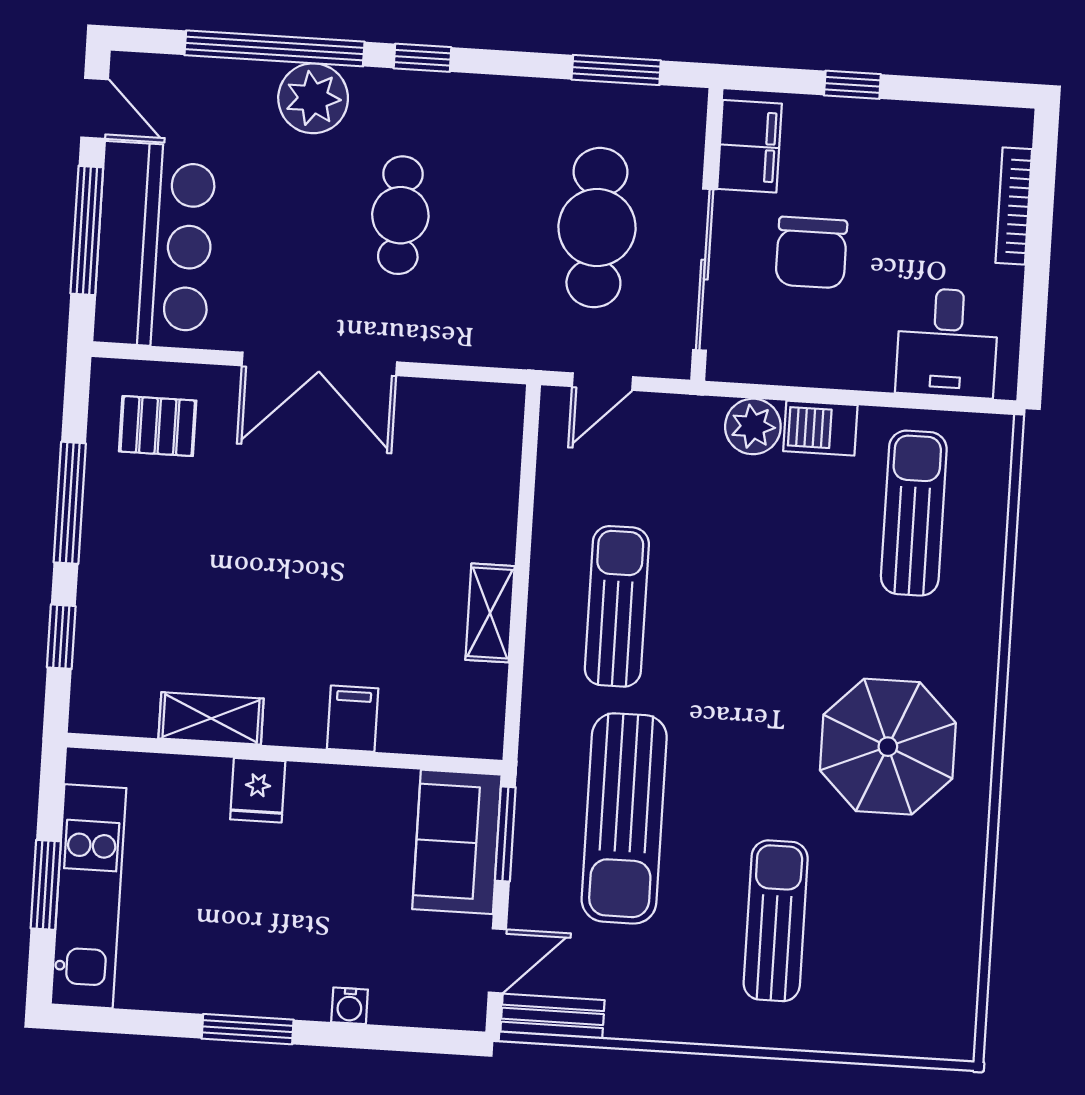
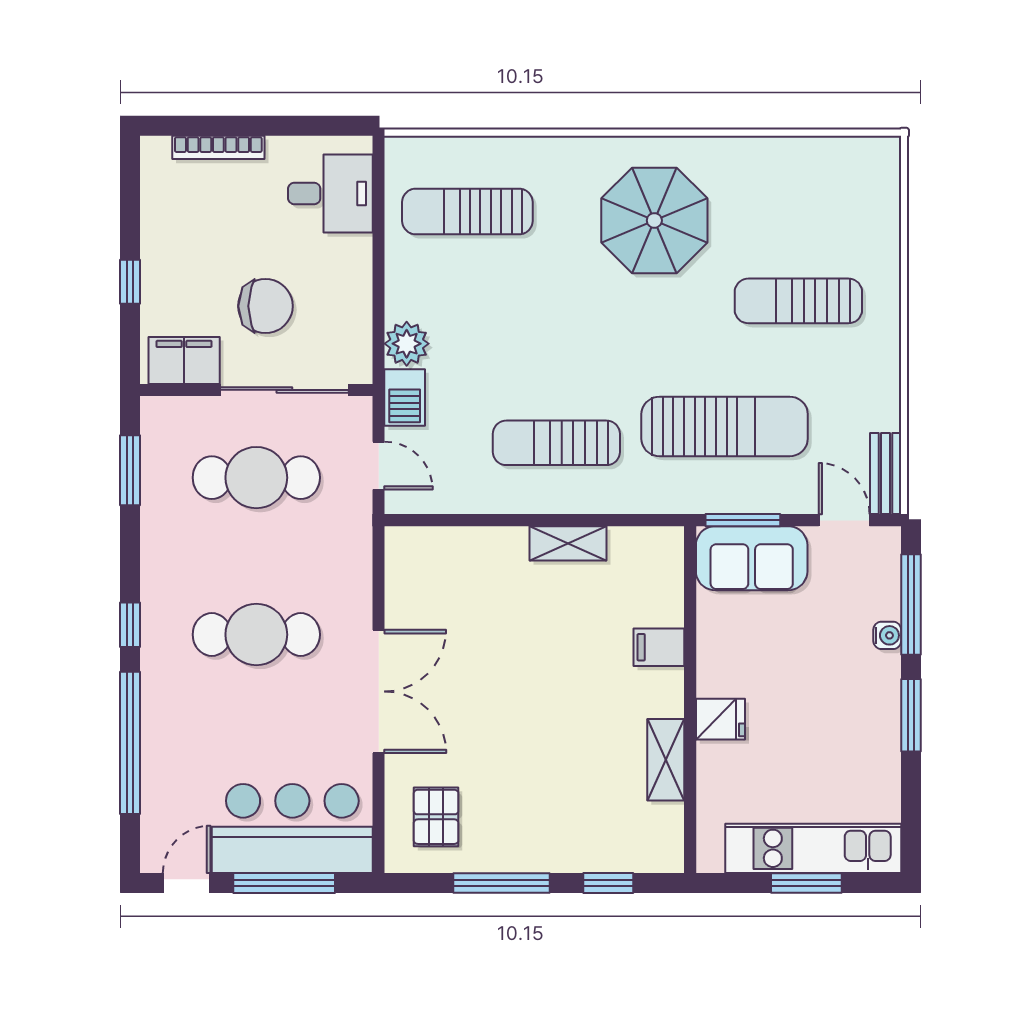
plant: (313, 98) -> (168, 710), removed
cafe table: (400, 215) -> (256, 635), width x1.37, depth x1.35
barbecue: (820, 428) -> (405, 397), moved
window: (386, 1038) -> (911, 605), added

